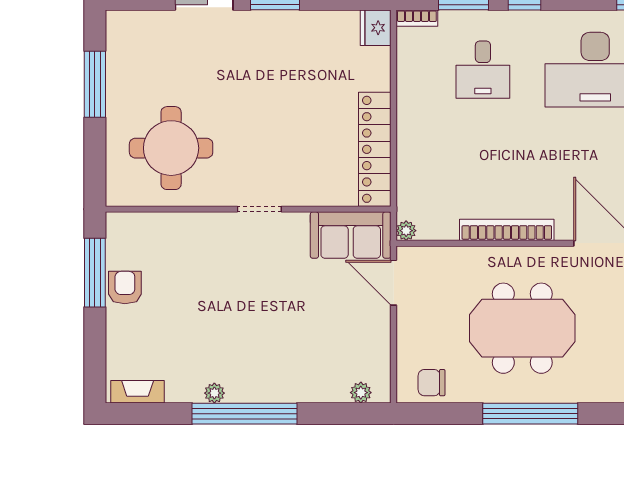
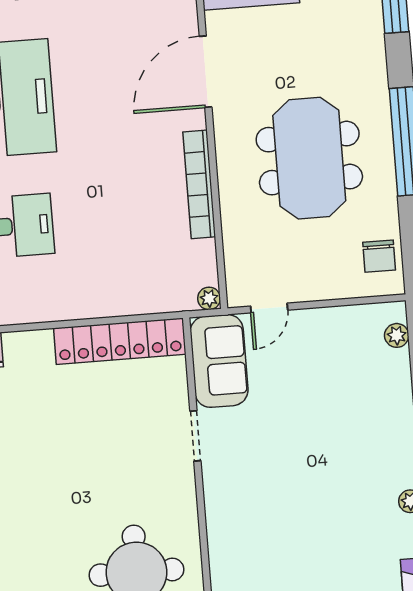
doorway: (259, 209) -> (195, 436), moved
door: (394, 283) -> (269, 308), width x0.73

